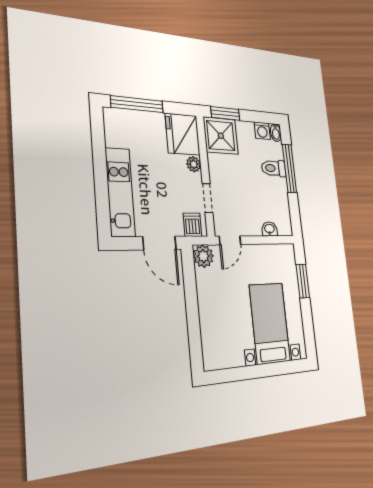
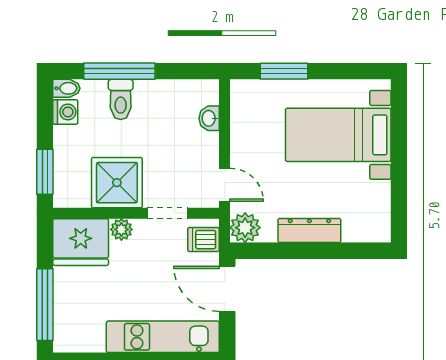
shower: (221, 136) -> (117, 183), moved
door: (160, 243) -> (227, 289), swing flipped
dresser: (206, 306) -> (309, 231), added

